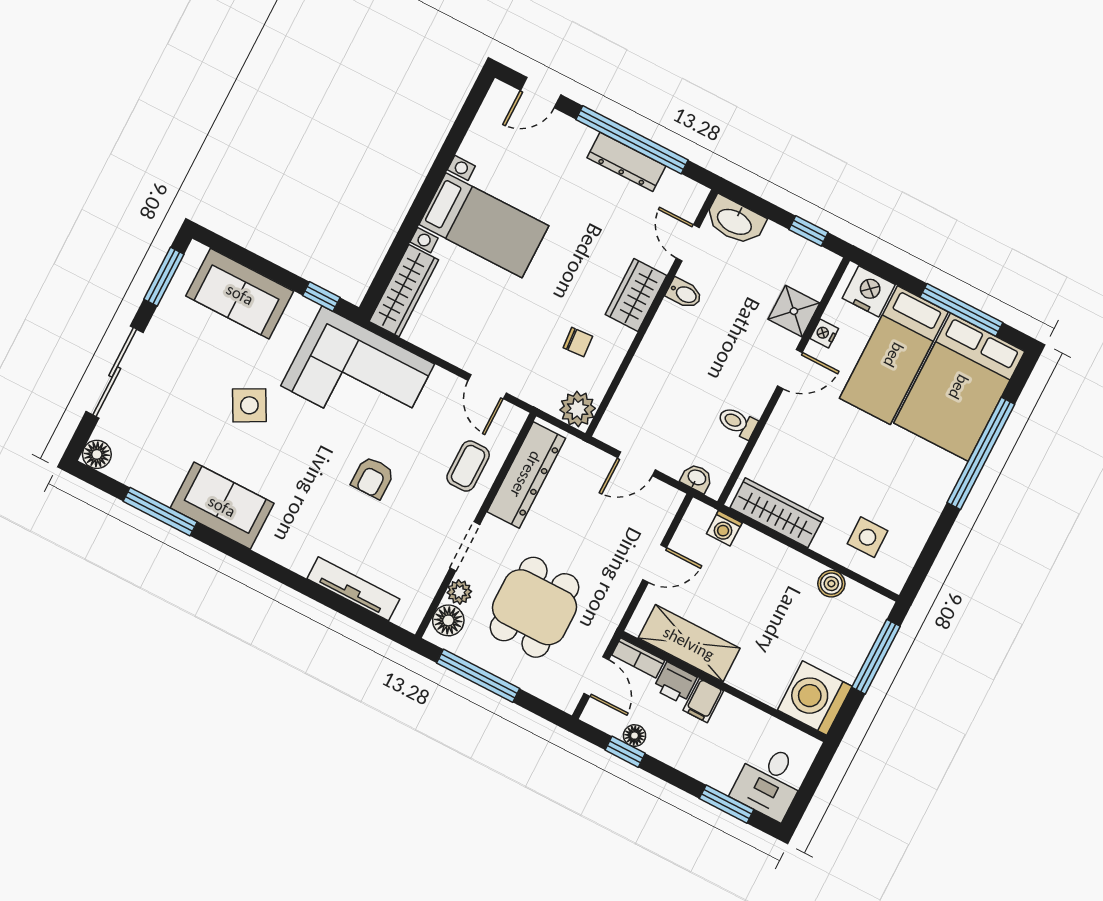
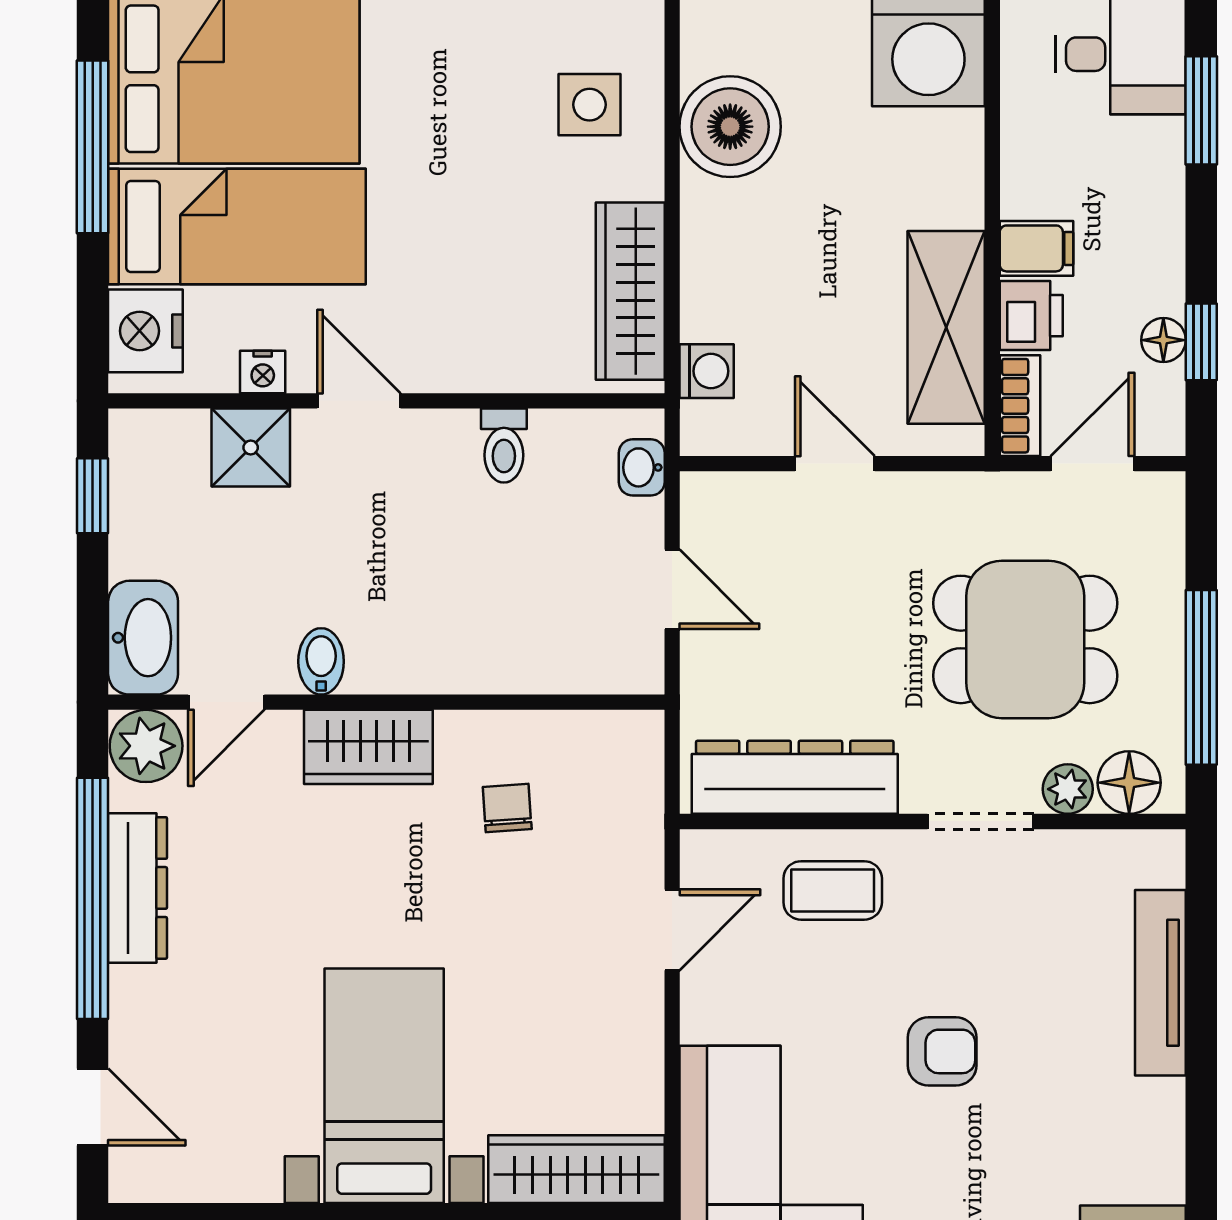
plant: (578, 409) -> (146, 746), moved
boiler: (831, 584) -> (730, 127), width x1.86, depth x1.86

